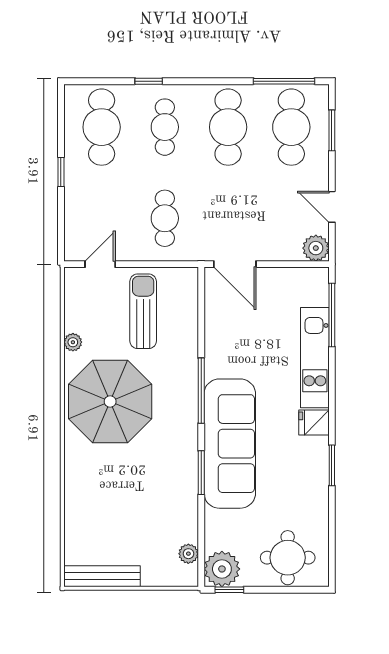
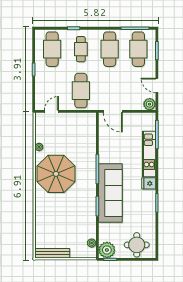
cafe table: (165, 218) -> (81, 91), width x1.37, depth x1.35
sun lounger: (143, 311) -> (71, 133), removed

